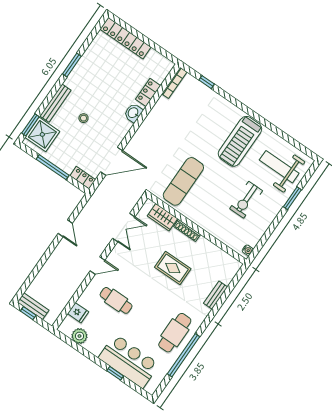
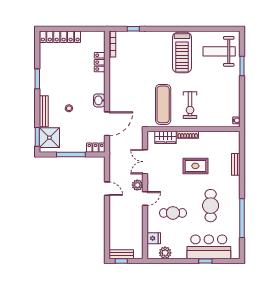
washbasin: (133, 113) -> (99, 100), moved
exercise bike: (246, 200) -> (190, 105), moved
double door: (124, 228) -> (145, 162), swing flipped
plant: (99, 246) -> (137, 185), added
cafe table: (175, 333) -> (211, 206), moved

